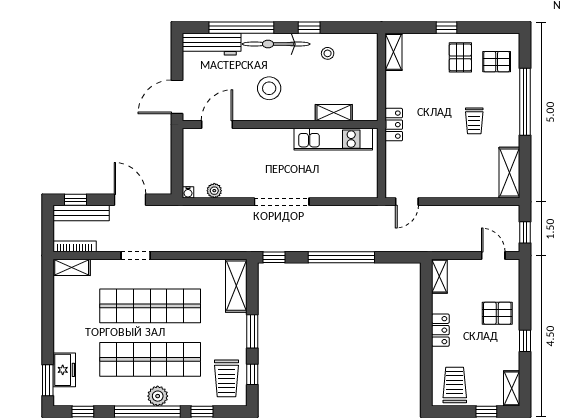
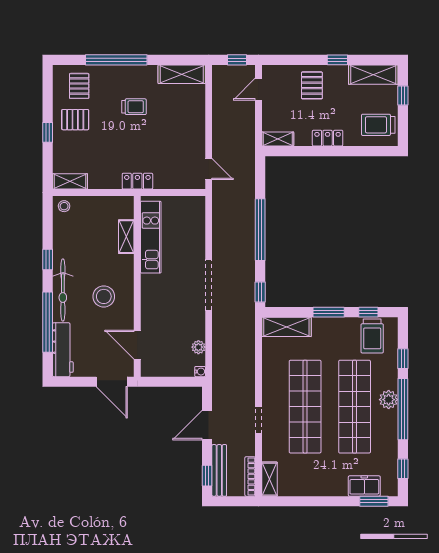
stool: (328, 53) -> (64, 206), moved
trolley: (226, 378) -> (372, 336), turned 90
shelving: (512, 388) -> (373, 75), width x1.50, depth x1.33

